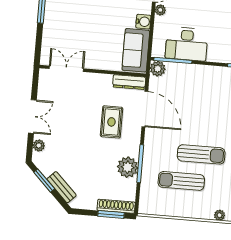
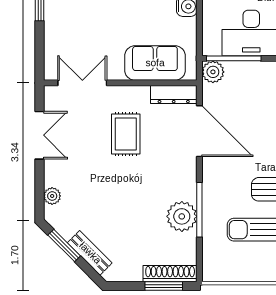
sofa: (136, 50) -> (155, 63), moved, turned 90
double door: (32, 116) -> (40, 135), moved
rug: (111, 122) -> (126, 134), moved

